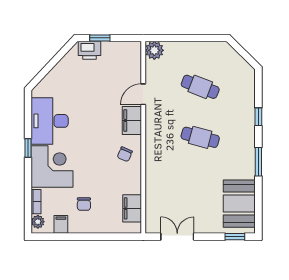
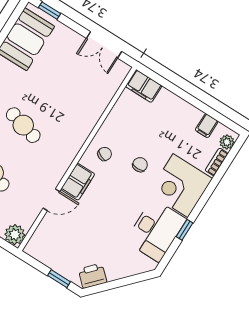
printer: (90, 50) -> (93, 276), moved, turned -47
window: (28, 148) -> (185, 230), moved
chair: (84, 204) -> (140, 165), moved
filing cabinet: (132, 208) -> (144, 86), moved, turned 90

